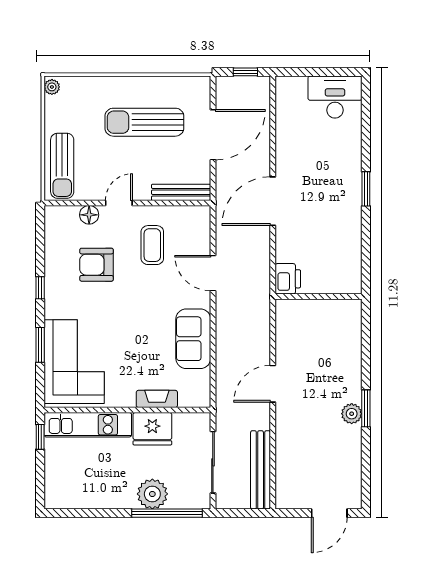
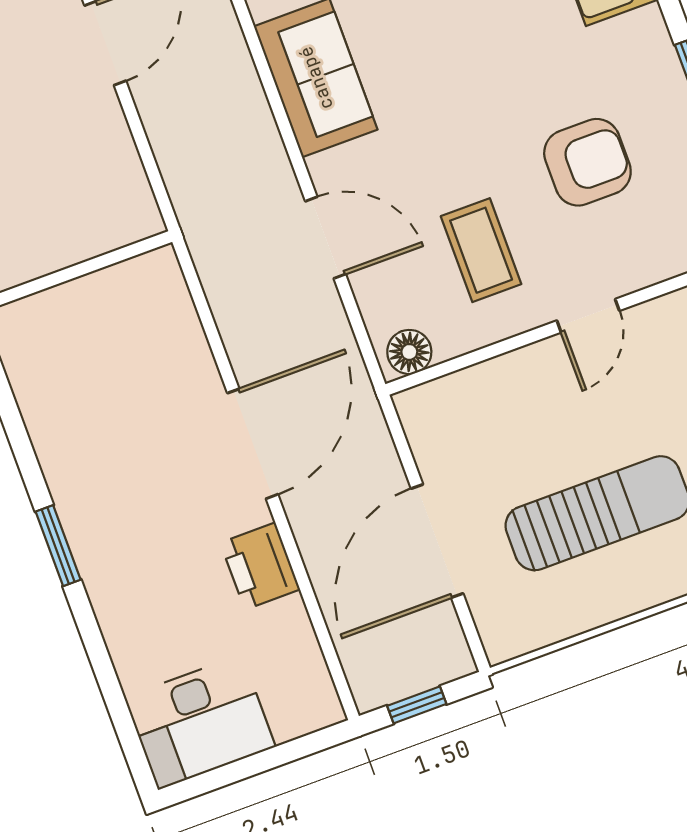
bench: (181, 192) -> (461, 389), removed
floor lamp: (89, 215) -> (409, 352), moved
printer: (288, 279) -> (260, 566), moved

